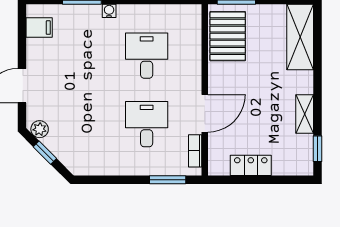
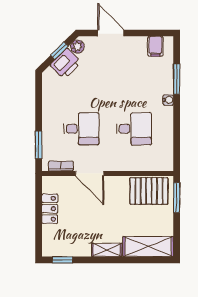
shelving: (305, 114) -> (107, 250), moved
printer: (62, 145) -> (66, 63), added

